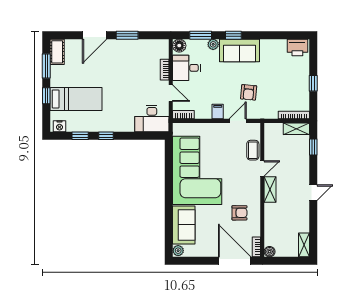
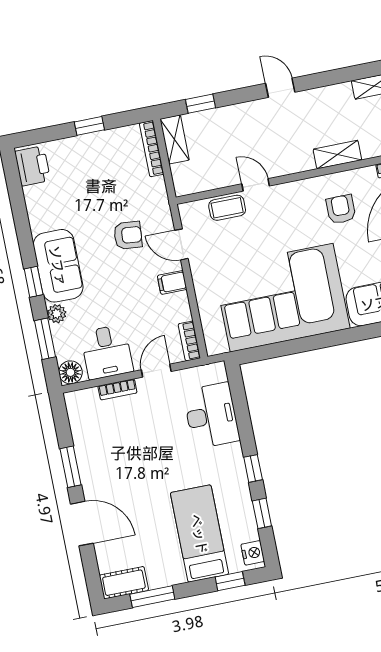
window: (46, 96) -> (230, 581), moved
desk: (152, 119) -> (211, 416), moved
shelving: (270, 190) -> (337, 155), moved

